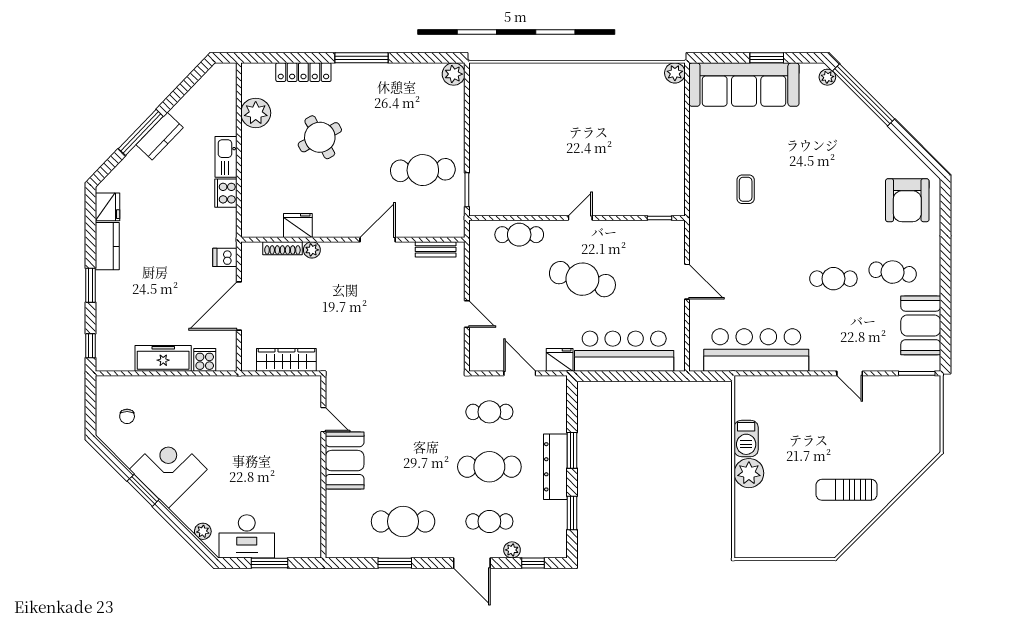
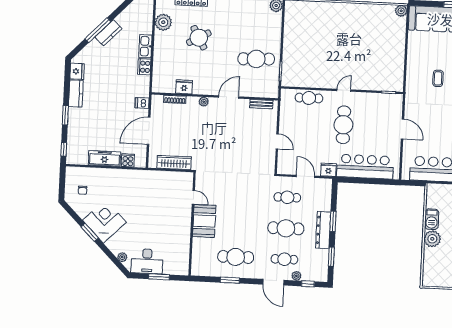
plant: (312, 250) -> (204, 102), moved
cafe table: (582, 279) -> (343, 125), turned 74

